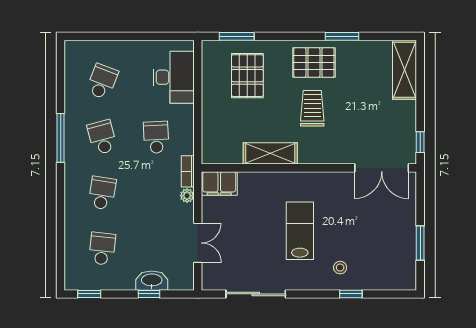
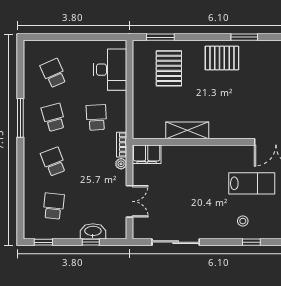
school desk: (102, 82) -> (53, 73), turned -45
trolley: (312, 108) -> (221, 94), removed
school desk: (102, 193) -> (53, 162), turned -30
lab bench: (300, 231) -> (252, 183), moved, turned 90

